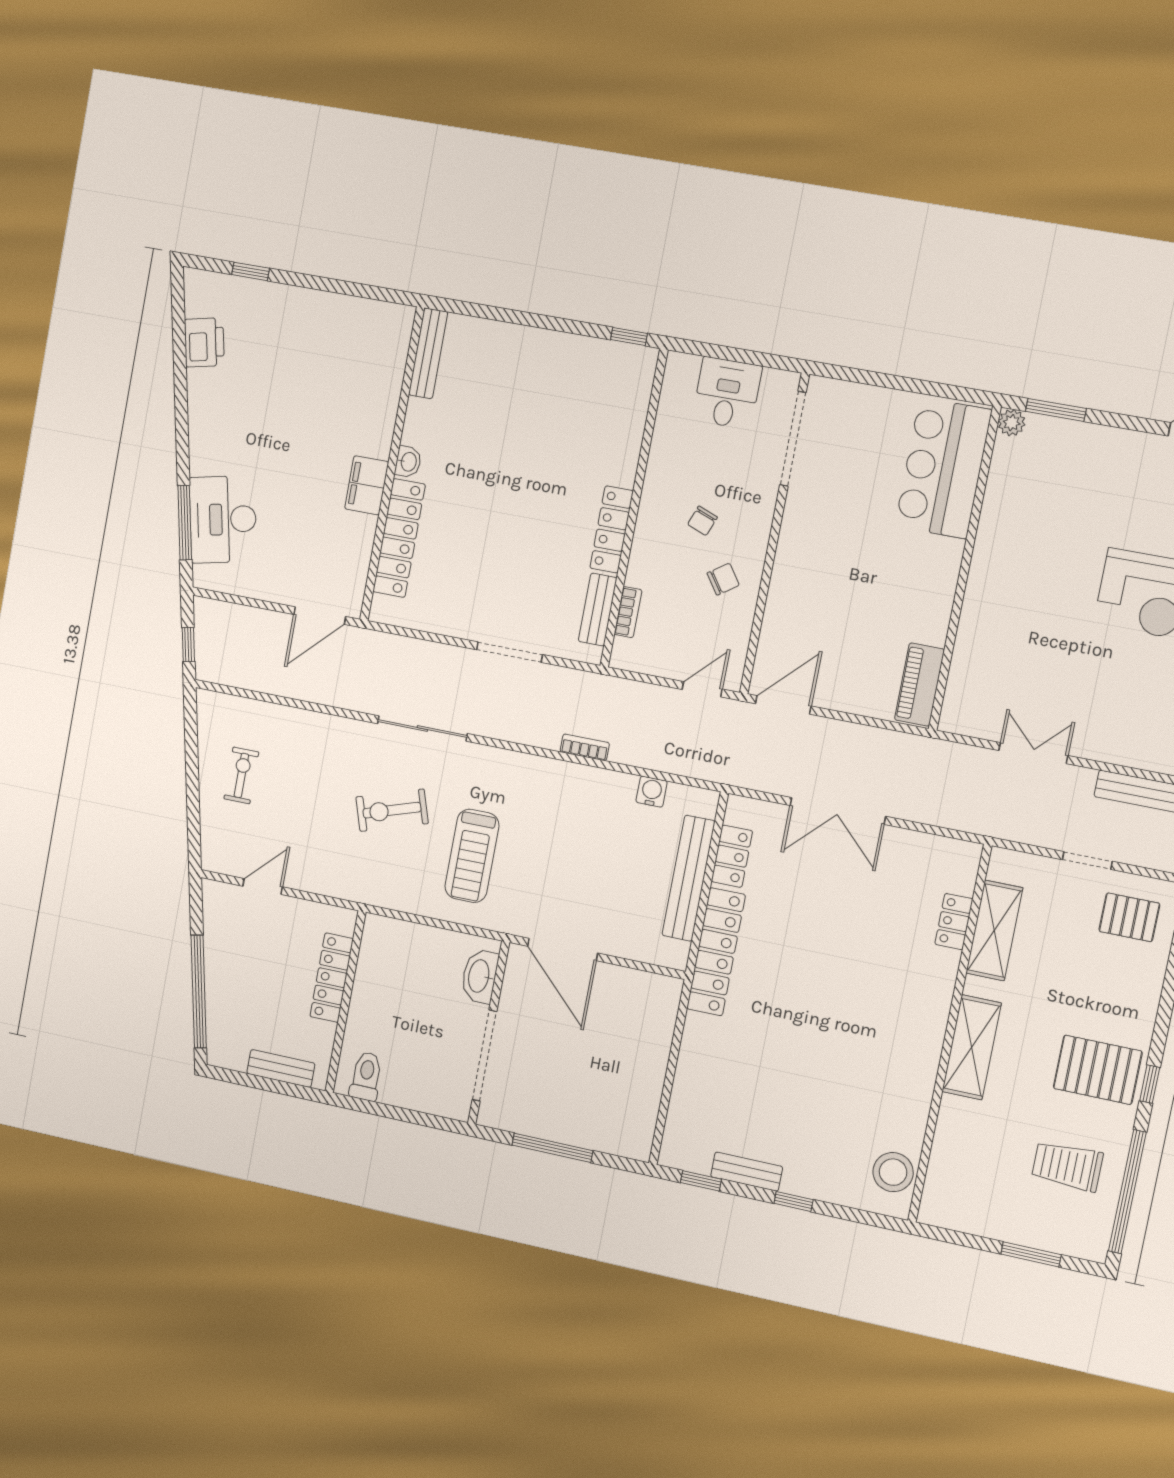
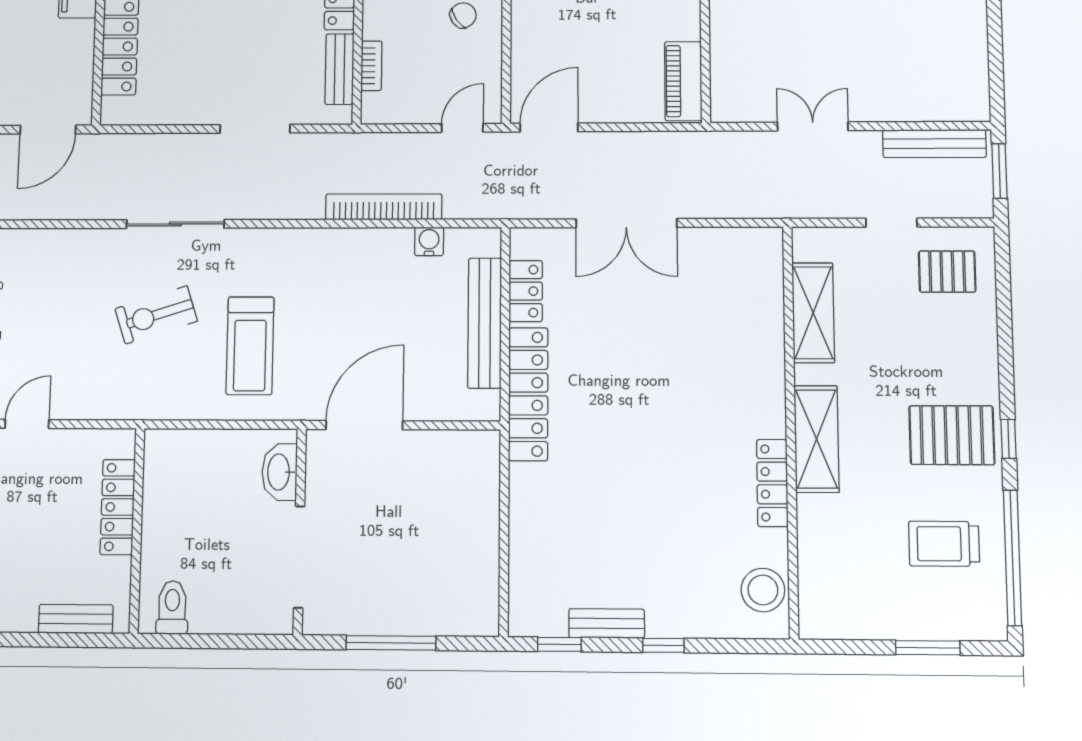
bookcase: (585, 747) -> (384, 207), width x2.31, depth x1.31
locker: (954, 922) -> (772, 483), moved, width x1.53
door: (563, 950) -> (364, 425), swing flipped

